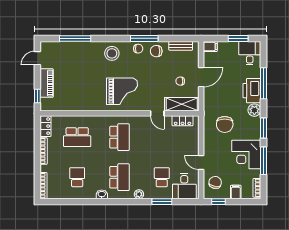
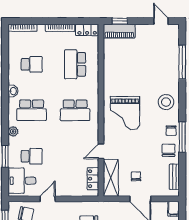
piano: (47, 83) -> (119, 31), moved

